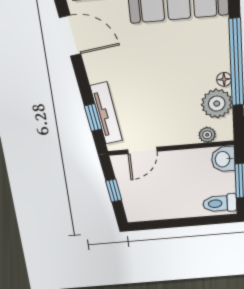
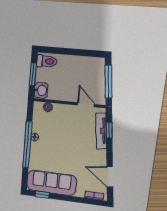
plant: (217, 104) -> (40, 124), removed
door: (142, 150) -> (86, 105), hinge flipped
window: (114, 191) -> (108, 82), width x2.17

